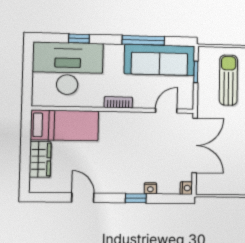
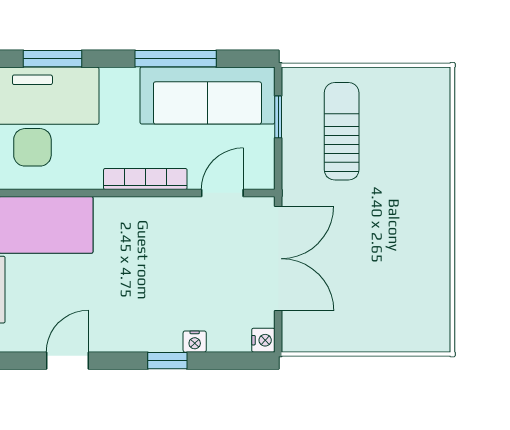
window: (79, 39) -> (52, 59), width x1.50
bookcase: (118, 102) -> (145, 179), width x1.56
door: (83, 198) -> (67, 361), hinge flipped

